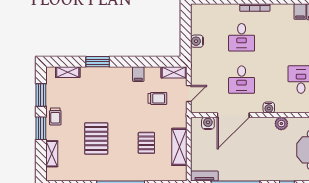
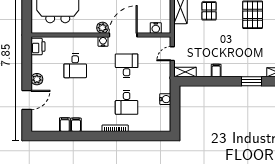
desk: (242, 37) -> (127, 102), turned 180
trolley: (157, 98) -> (200, 49), removed
door: (233, 115) -> (123, 35), moved
plant: (281, 124) -> (102, 28), moved

